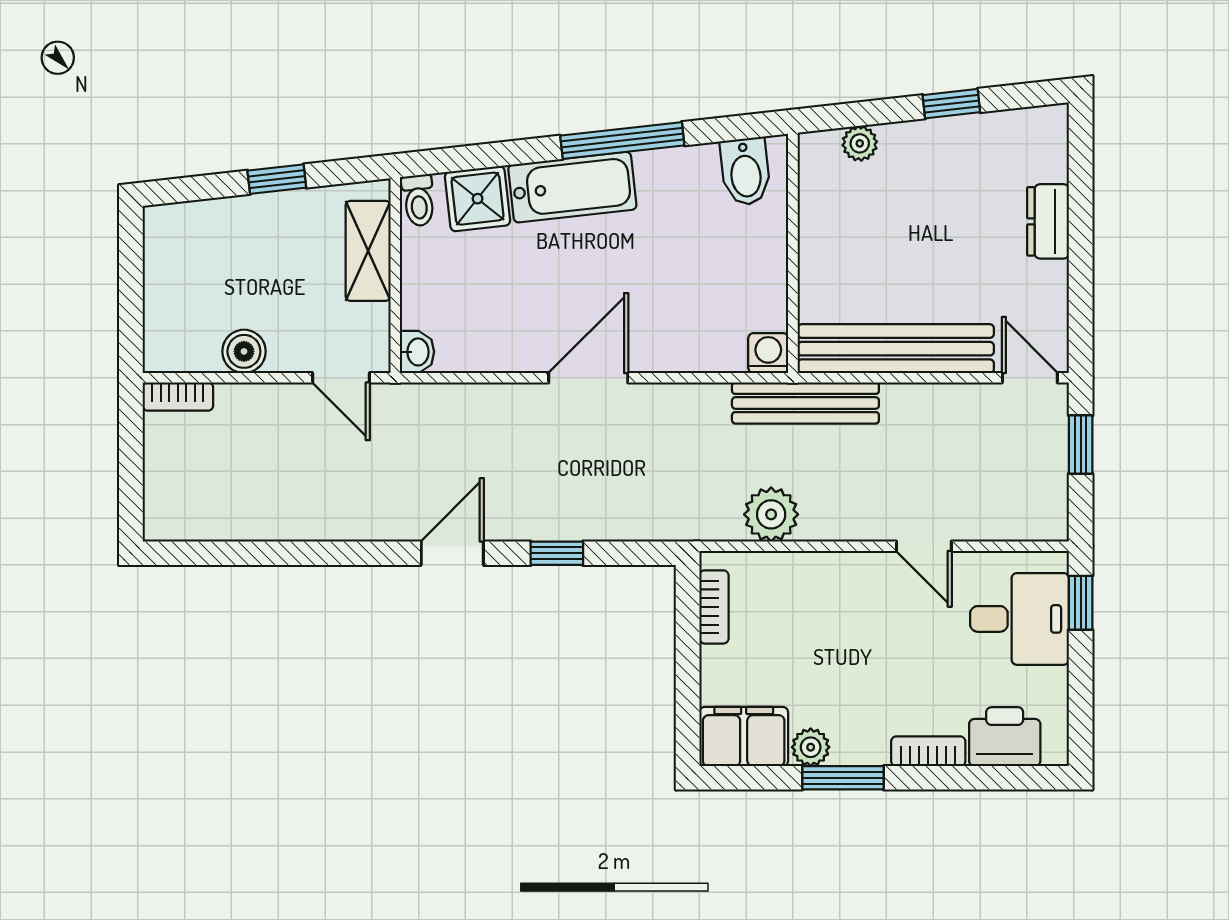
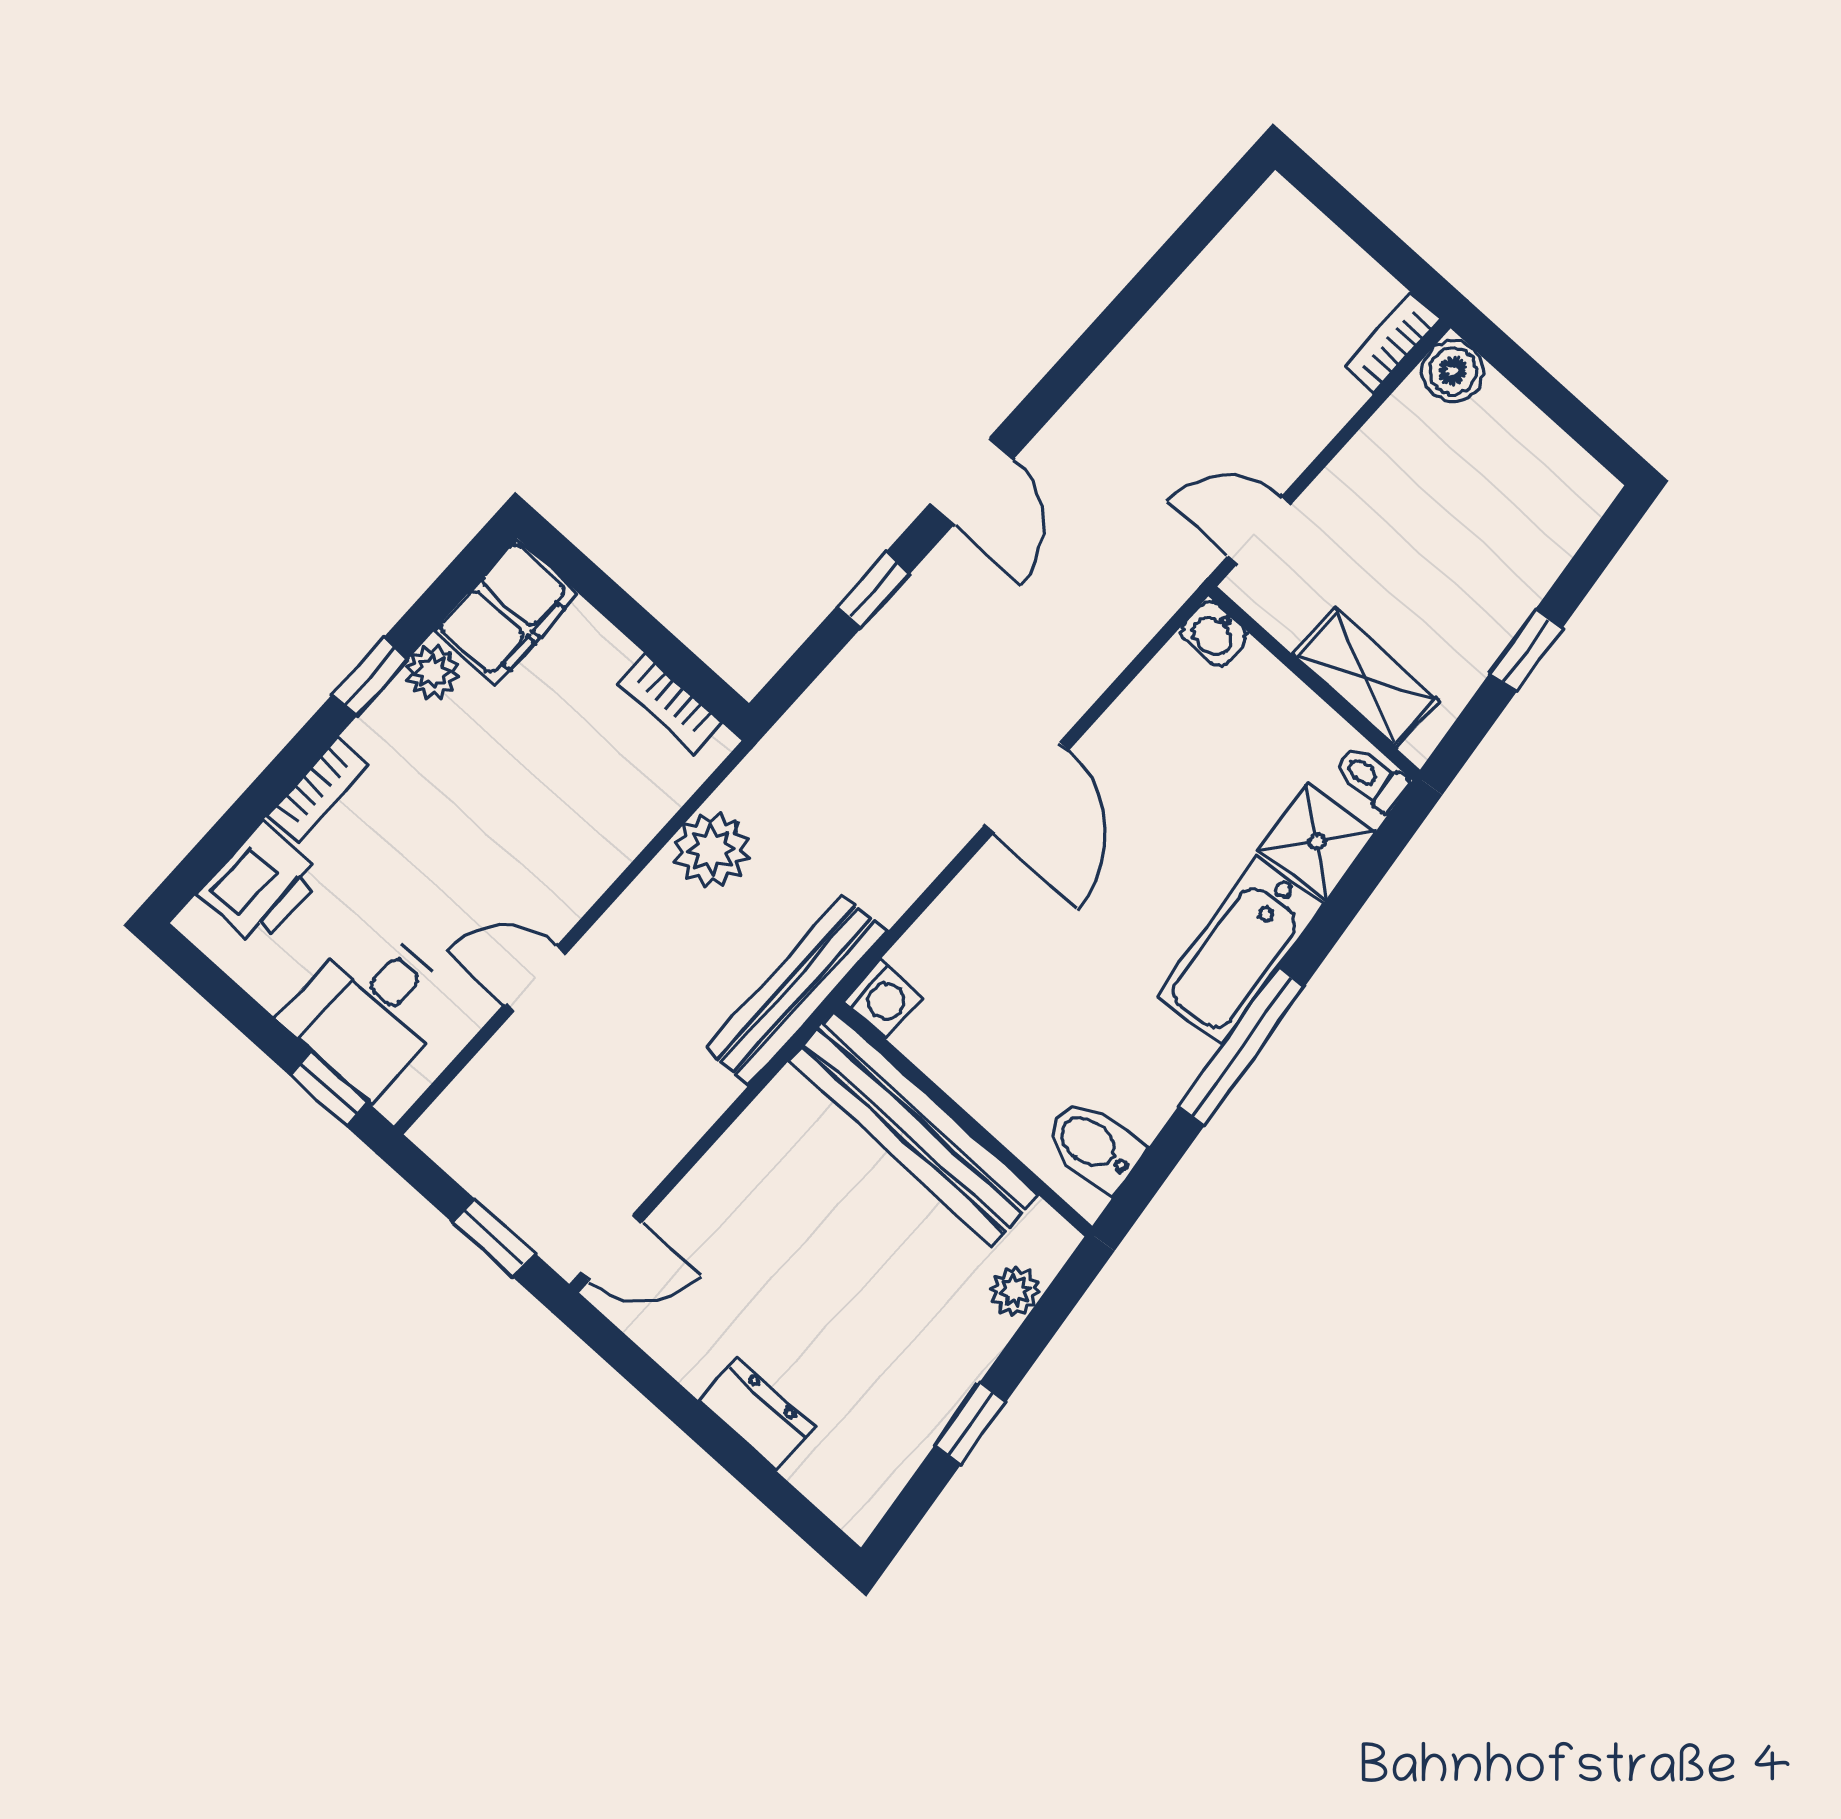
bench: (896, 349) -> (913, 1128), moved, turned 90
boiler: (244, 351) -> (1453, 371), moved
window: (843, 778) -> (370, 677), width x0.67

